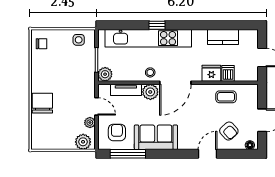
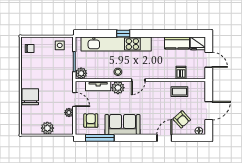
fridge: (211, 73) -> (198, 43), moved, turned 180
door: (175, 83) -> (138, 80), width x0.53
plant: (83, 142) -> (47, 128), moved

